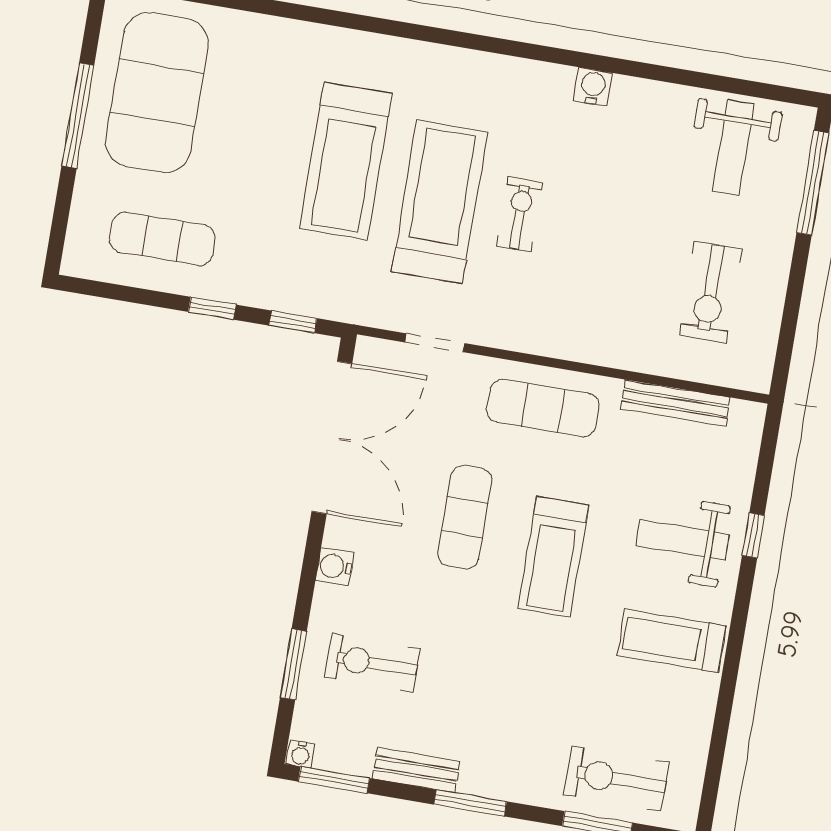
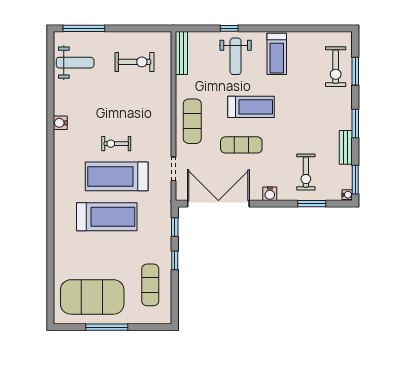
bench: (675, 403) -> (181, 53), moved

